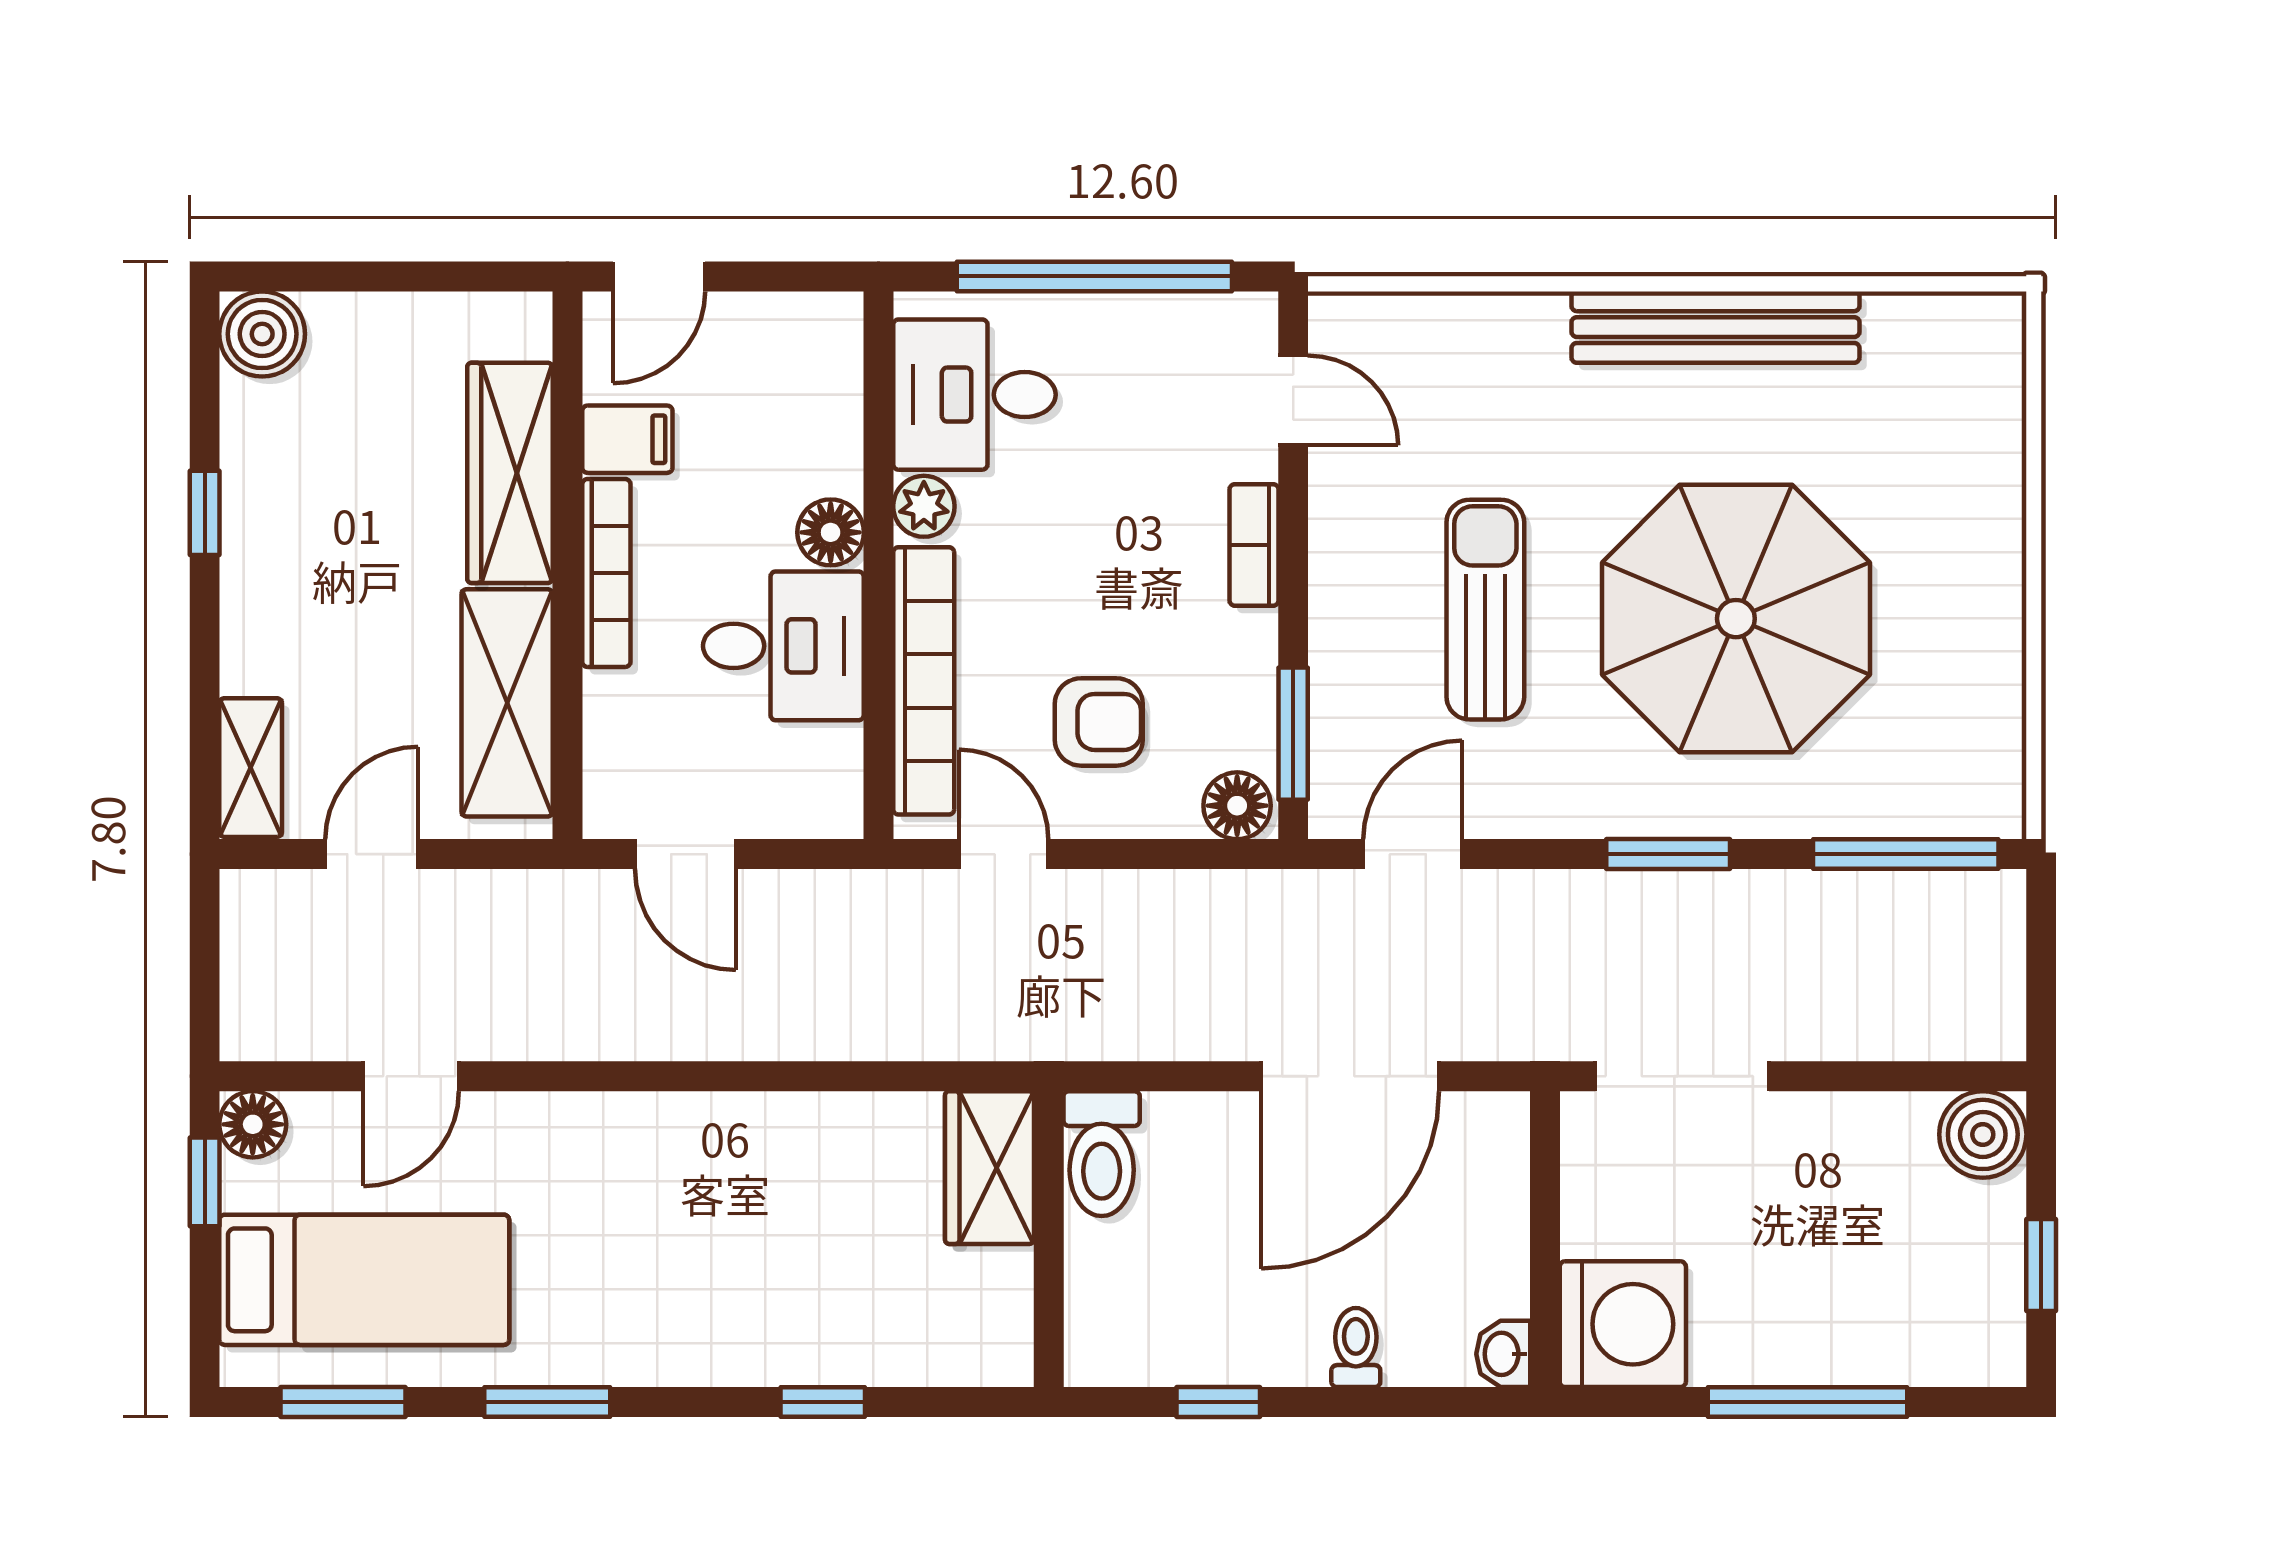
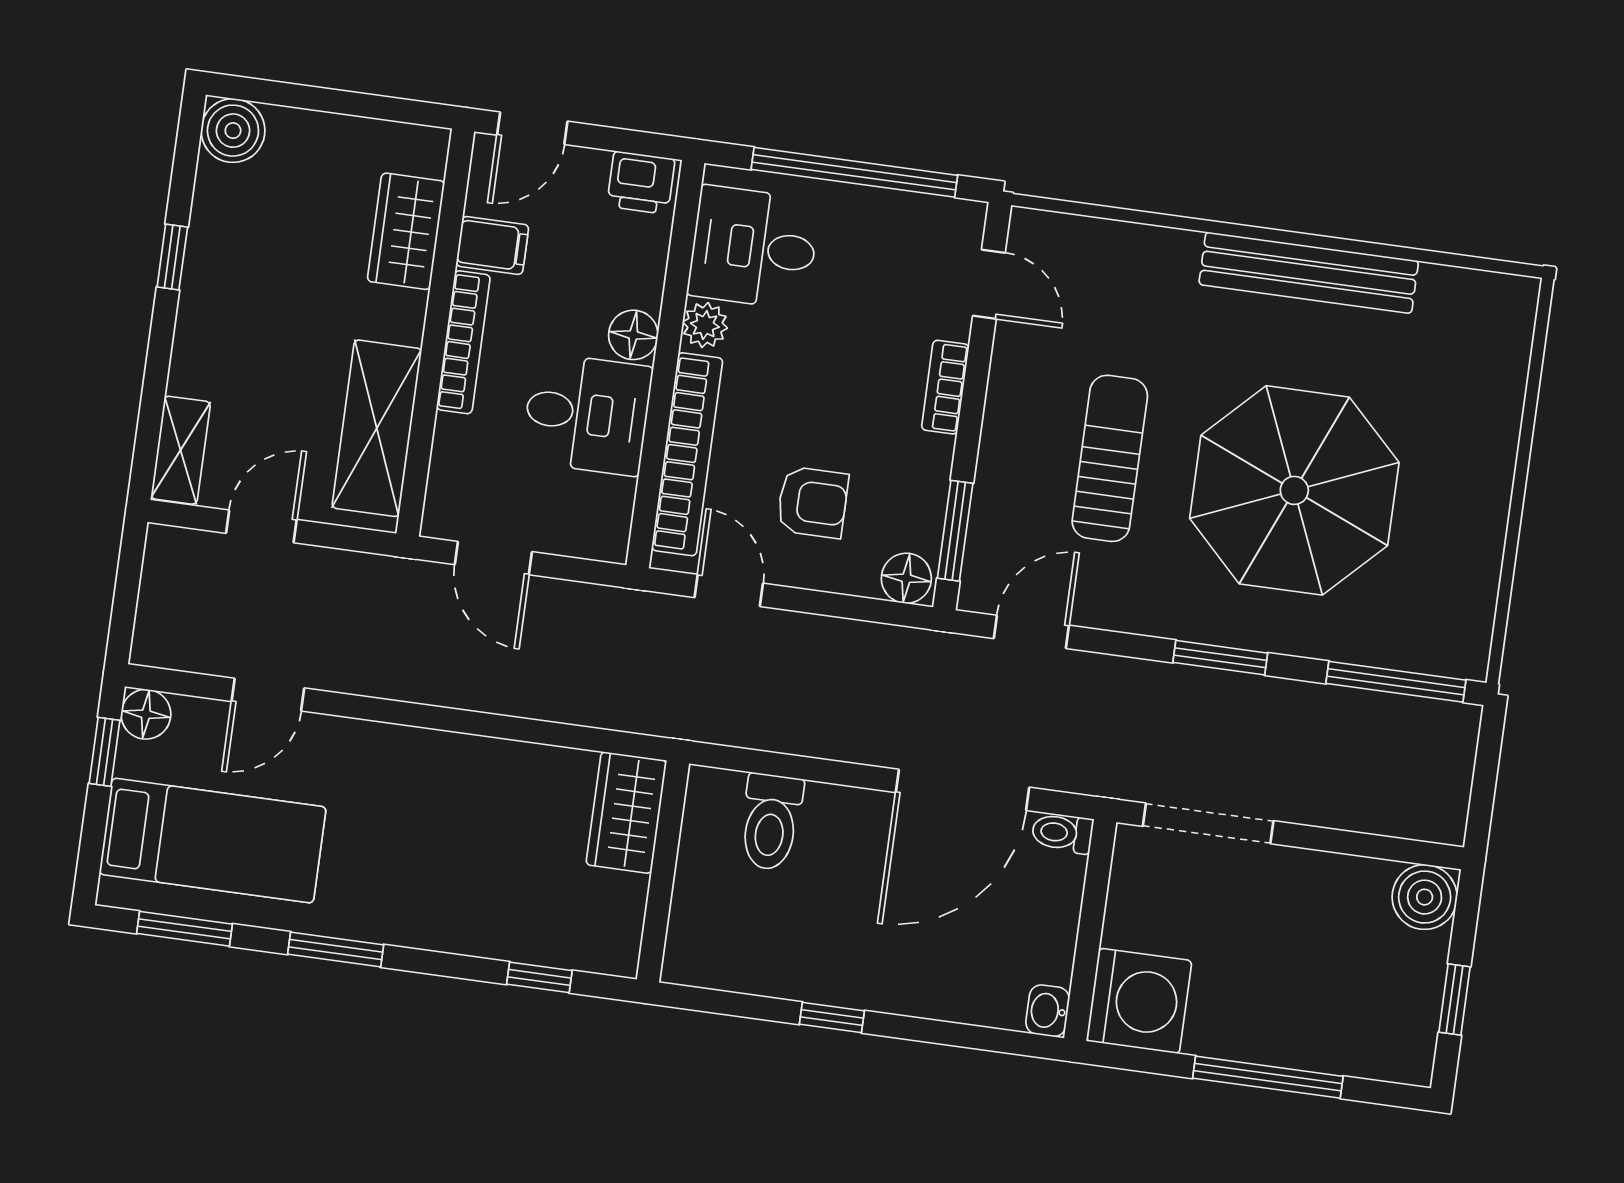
printer: (813, 329) -> (641, 183), added
wardrobe: (510, 473) -> (406, 231), width x0.67
wardrobe: (990, 1168) -> (626, 813), moved
wall: (1049, 1239) -> (663, 872), moved
toilet: (1356, 1348) -> (1062, 833), moved, turned -90

